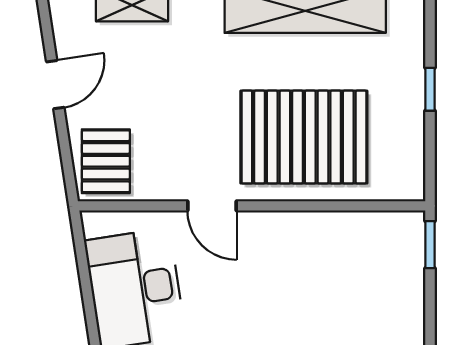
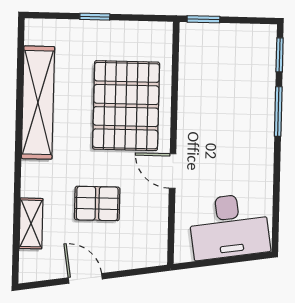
pallet: (106, 161) -> (97, 203), moved
door: (212, 206) -> (173, 171), swing flipped

